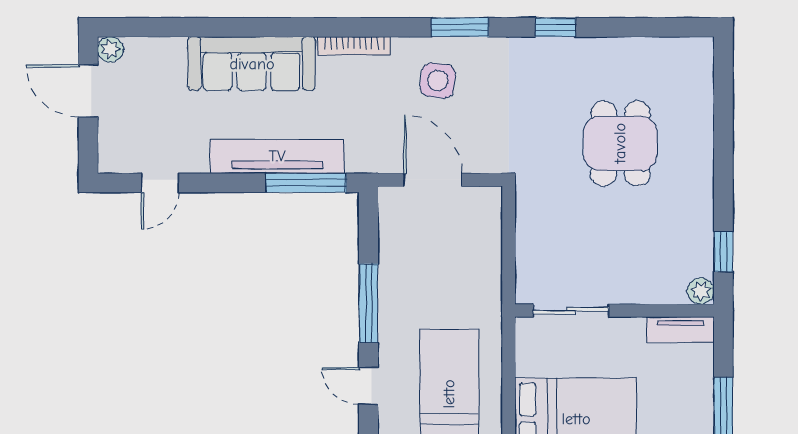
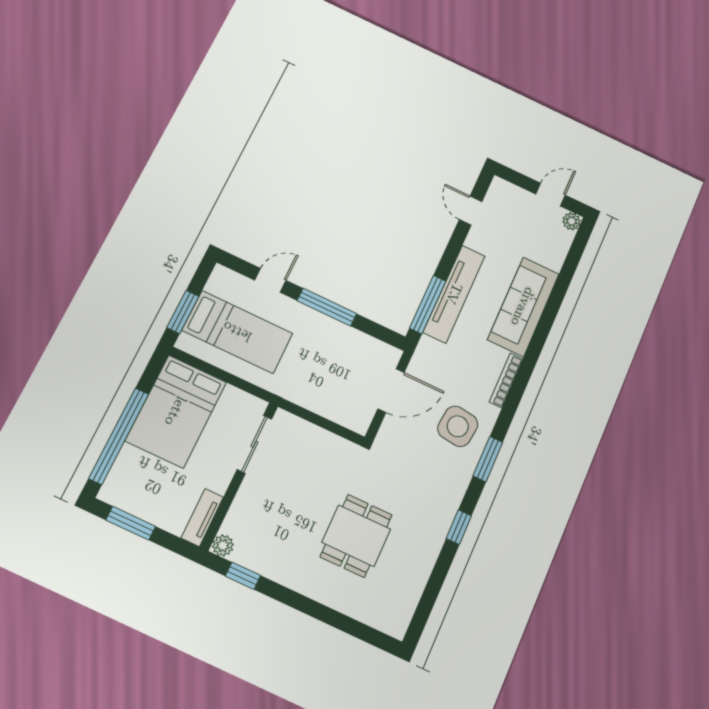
side table: (438, 81) -> (458, 426), width x1.37, depth x1.37
door: (88, 91) -> (551, 195), width x0.73
dining table: (620, 143) -> (356, 536), turned 90

